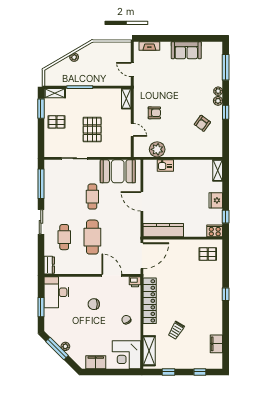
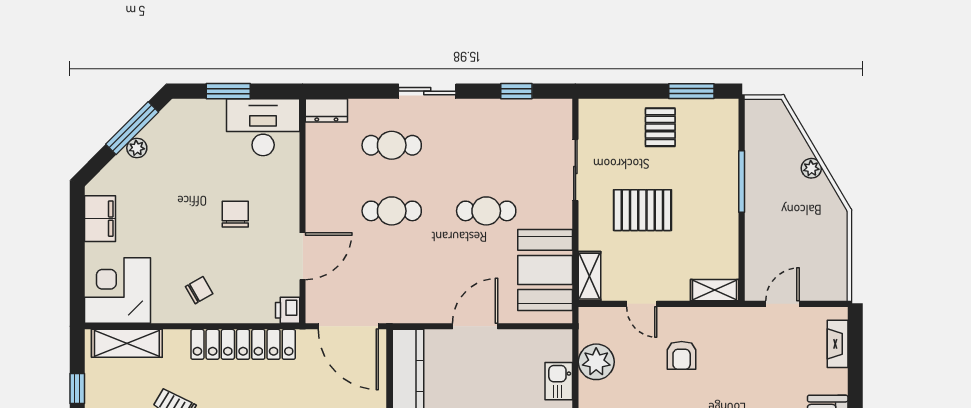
shelving: (55, 93) -> (590, 276), moved
door: (132, 130) -> (642, 304), hinge flipped
window: (41, 184) -> (516, 91), width x0.46
cafe table: (92, 237) -> (392, 211), width x0.73, depth x0.74

